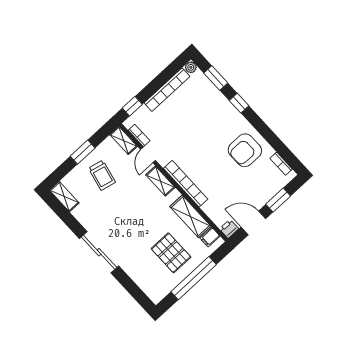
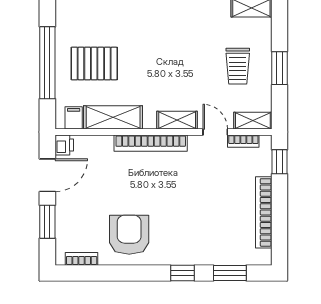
plant: (191, 67) -> (264, 258), removed
trolley: (102, 175) -> (238, 66), turned -103

